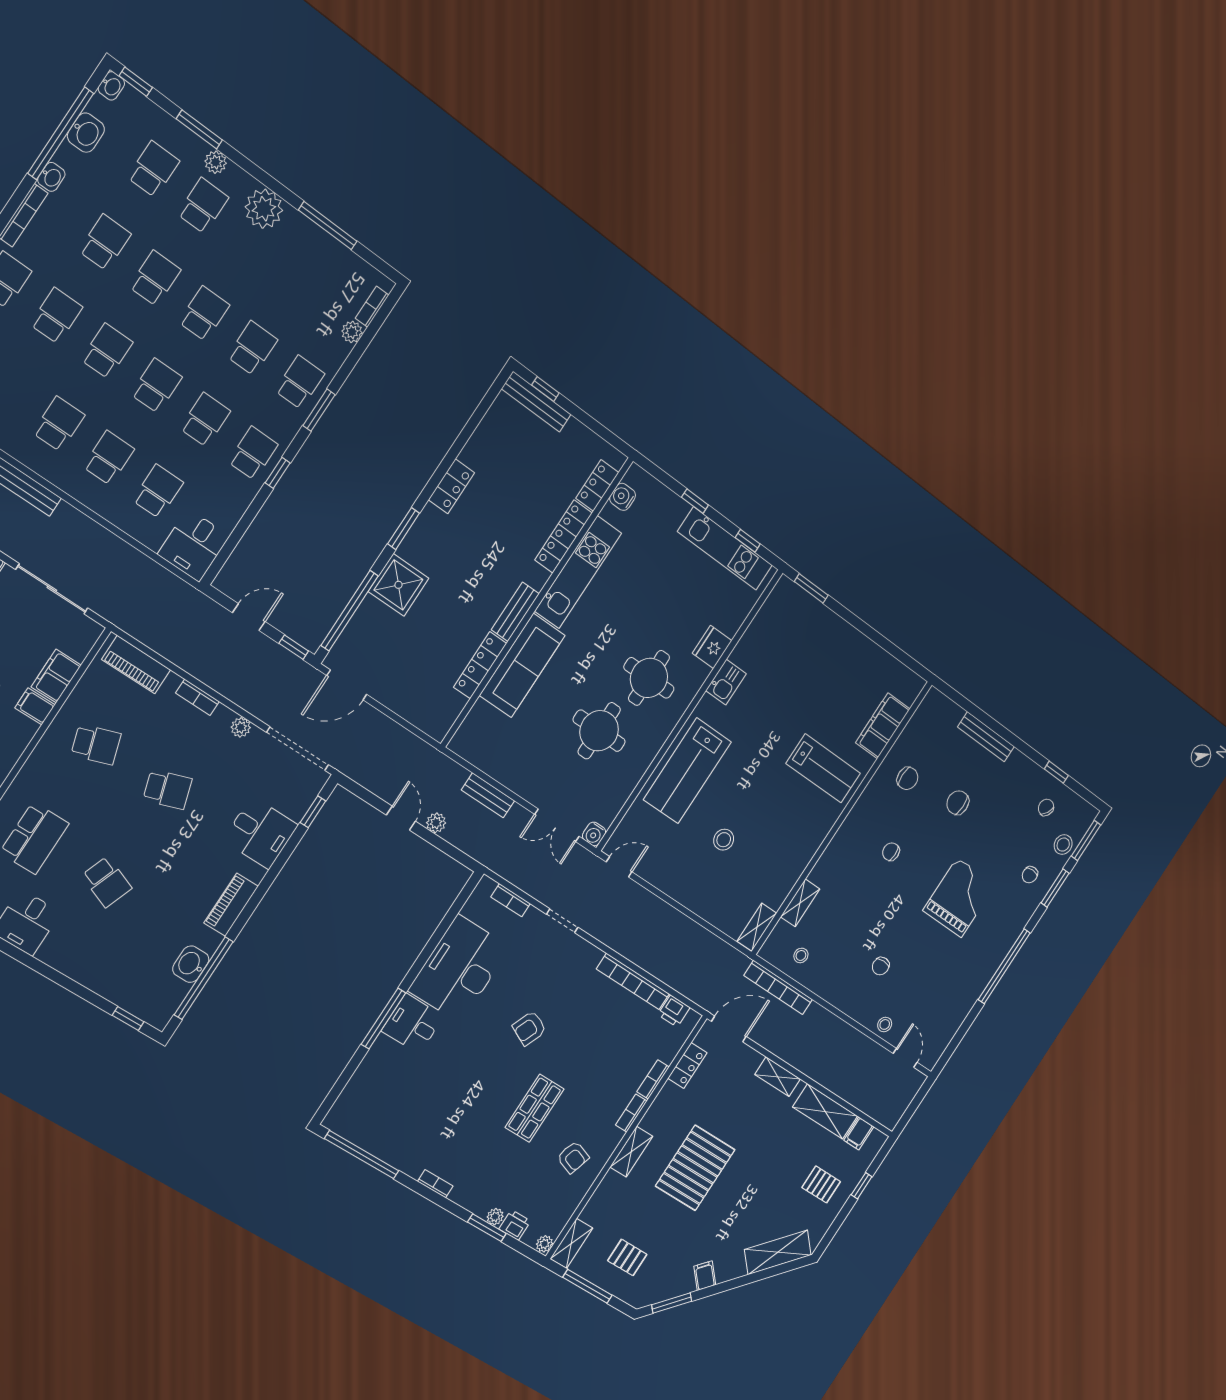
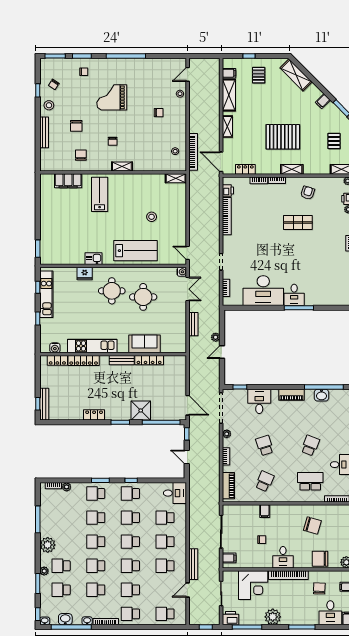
sofa: (522, 665) -> (144, 344), width x0.73
filing cabinet: (56, 676) -> (250, 511), removed
school desk: (96, 744) -> (265, 481), turned 42
stool: (1063, 845) -> (49, 105), moved
shelving: (800, 903) -> (122, 167), moved
armchair: (529, 1028) -> (269, 246), removed

